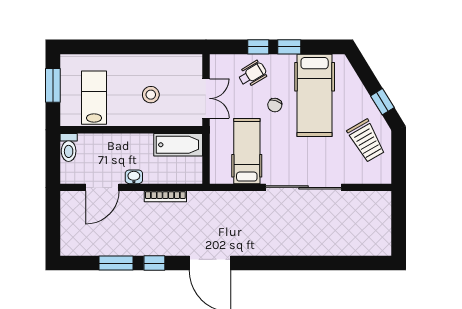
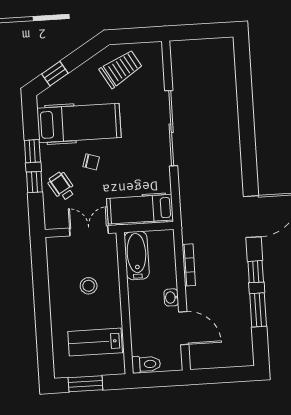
window: (382, 102) -> (55, 74), moved
hospital bed: (247, 151) -> (140, 209), moved

